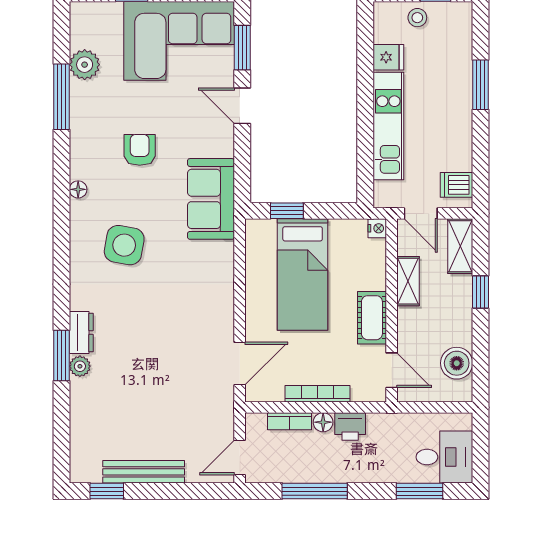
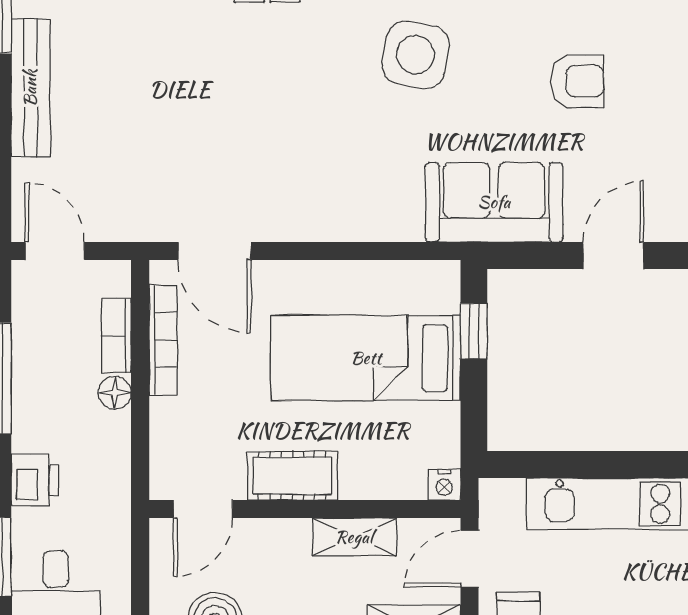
door: (242, 106) -> (613, 255), moved
bookcase: (318, 394) -> (163, 340), moved
printer: (350, 426) -> (35, 480), moved, turned 180

